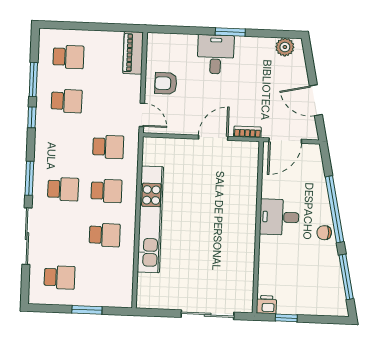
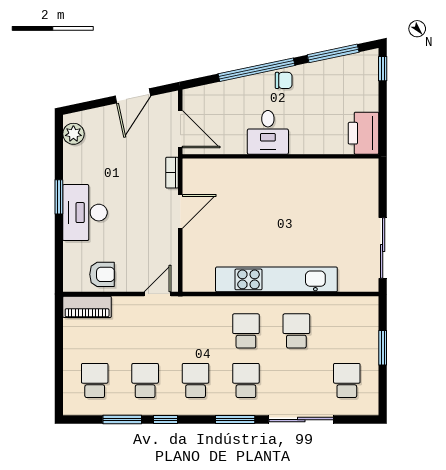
desk: (216, 54) -> (85, 213), width x1.37
armchair: (166, 83) -> (102, 274), moved, turned -90
door: (213, 138) -> (180, 212), swing flipped
school desk: (108, 147) -> (196, 381), moved
chair: (324, 233) -> (284, 80), turned -90
printer: (266, 305) -> (363, 133), width x1.87, depth x1.48
sliding door: (208, 315) -> (383, 248), moved
window: (286, 318) -> (383, 69), moved

